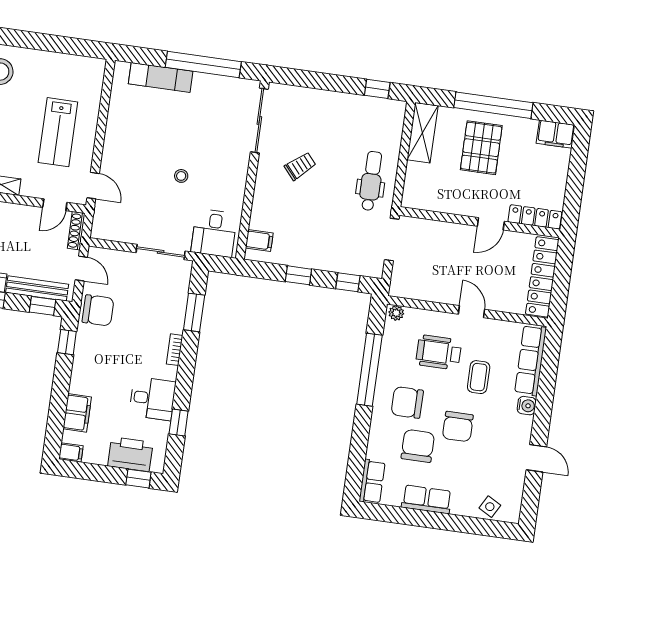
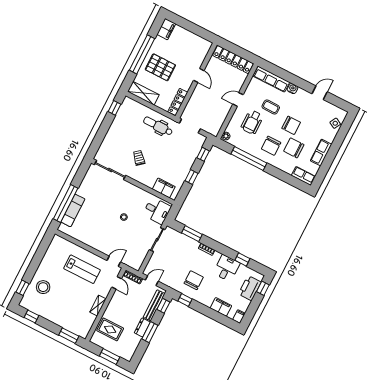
window: (203, 64) -> (66, 203), moved
locker: (535, 217) -> (178, 102), moved
filing cabinet: (259, 241) -> (164, 188), width x2.00
chair: (98, 310) -> (194, 280), moved

